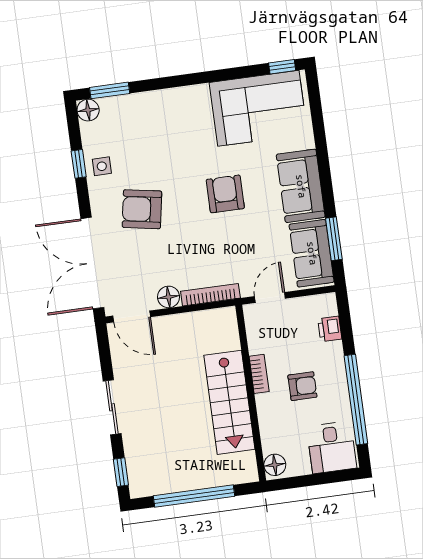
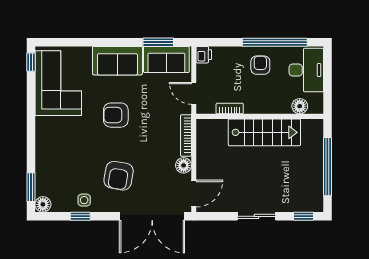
printer: (330, 329) -> (204, 55), moved, turned -90
bookcase: (259, 374) -> (230, 109), moved
armchair: (302, 386) -> (260, 65), moved
desk: (332, 447) -> (306, 70), width x1.37
floor lamp: (275, 465) -> (300, 106), moved

